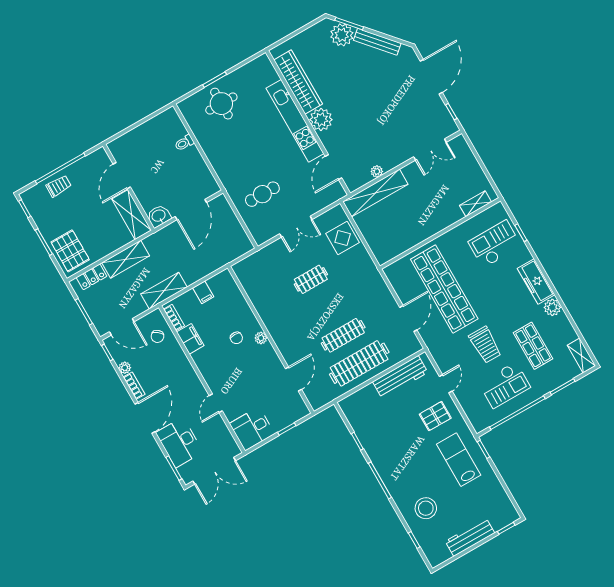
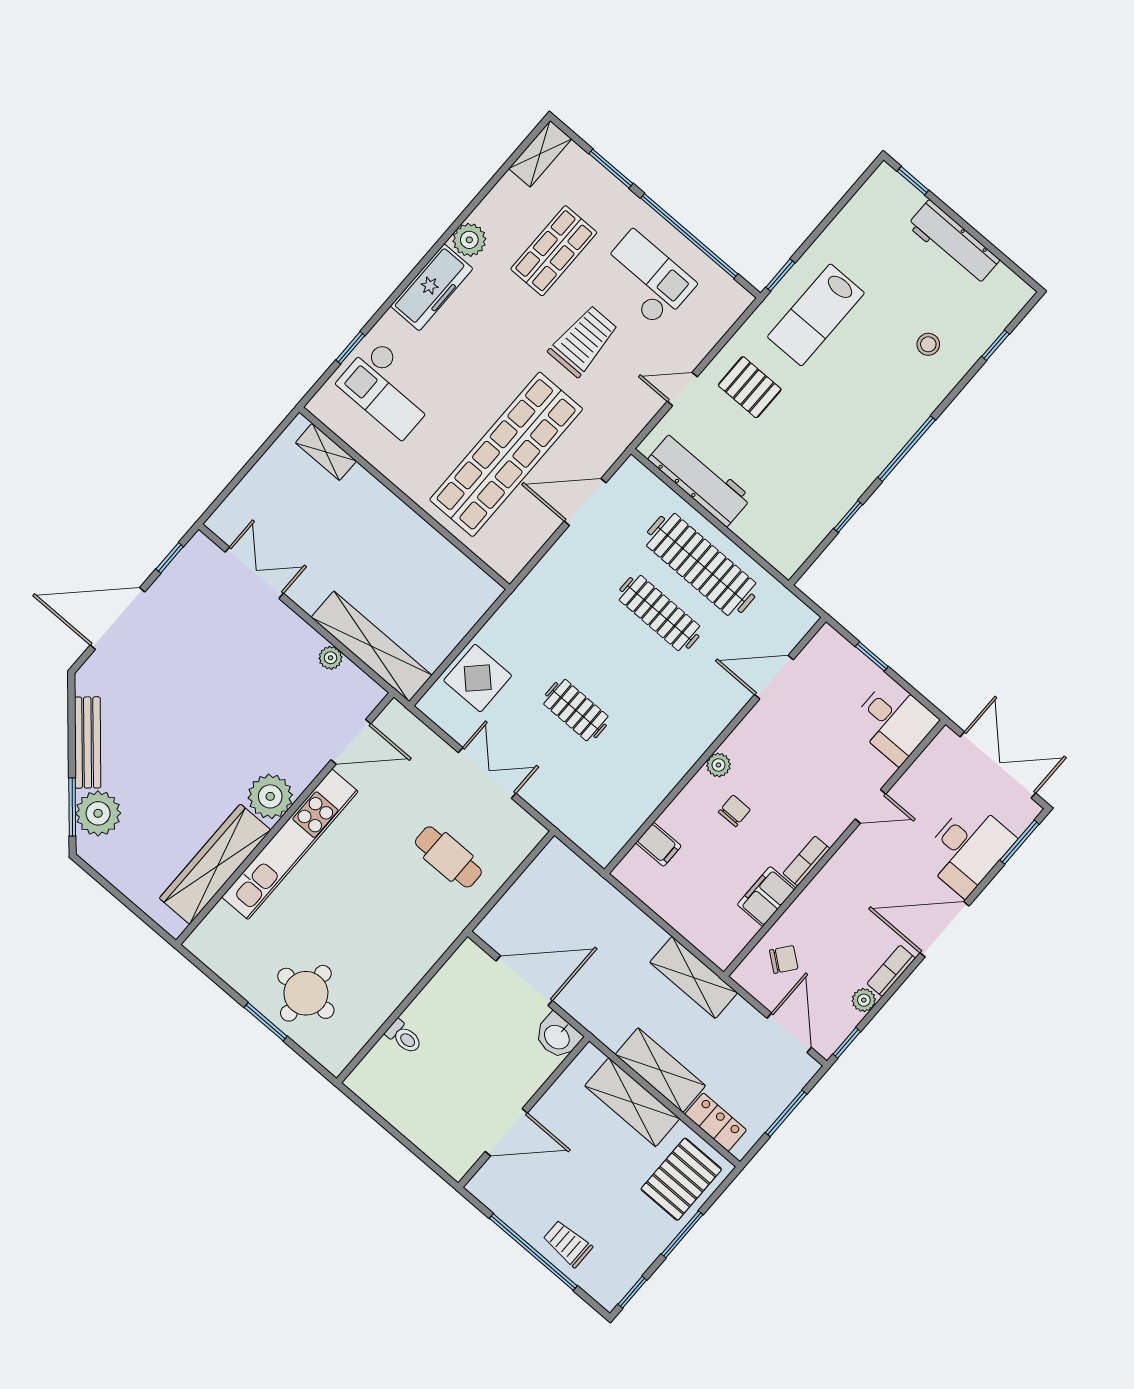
shelving: (132, 215) -> (632, 1102), moved, turned 90
filing cabinet: (203, 292) -> (659, 844), moved, turned 90
bookcase: (174, 317) -> (806, 861), moved
stool: (426, 508) -> (928, 344), width x0.53, depth x0.53

